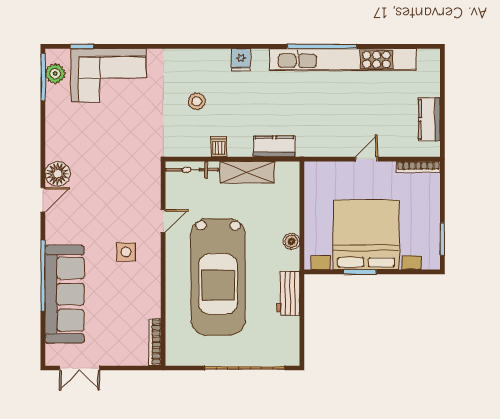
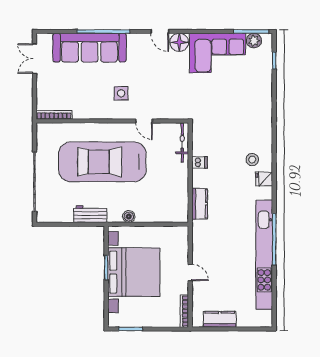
corner sofa: (109, 75) -> (217, 53), moved, turned -90
stool: (197, 101) -> (252, 160), moved
shelving: (247, 172) -> (180, 184), removed

